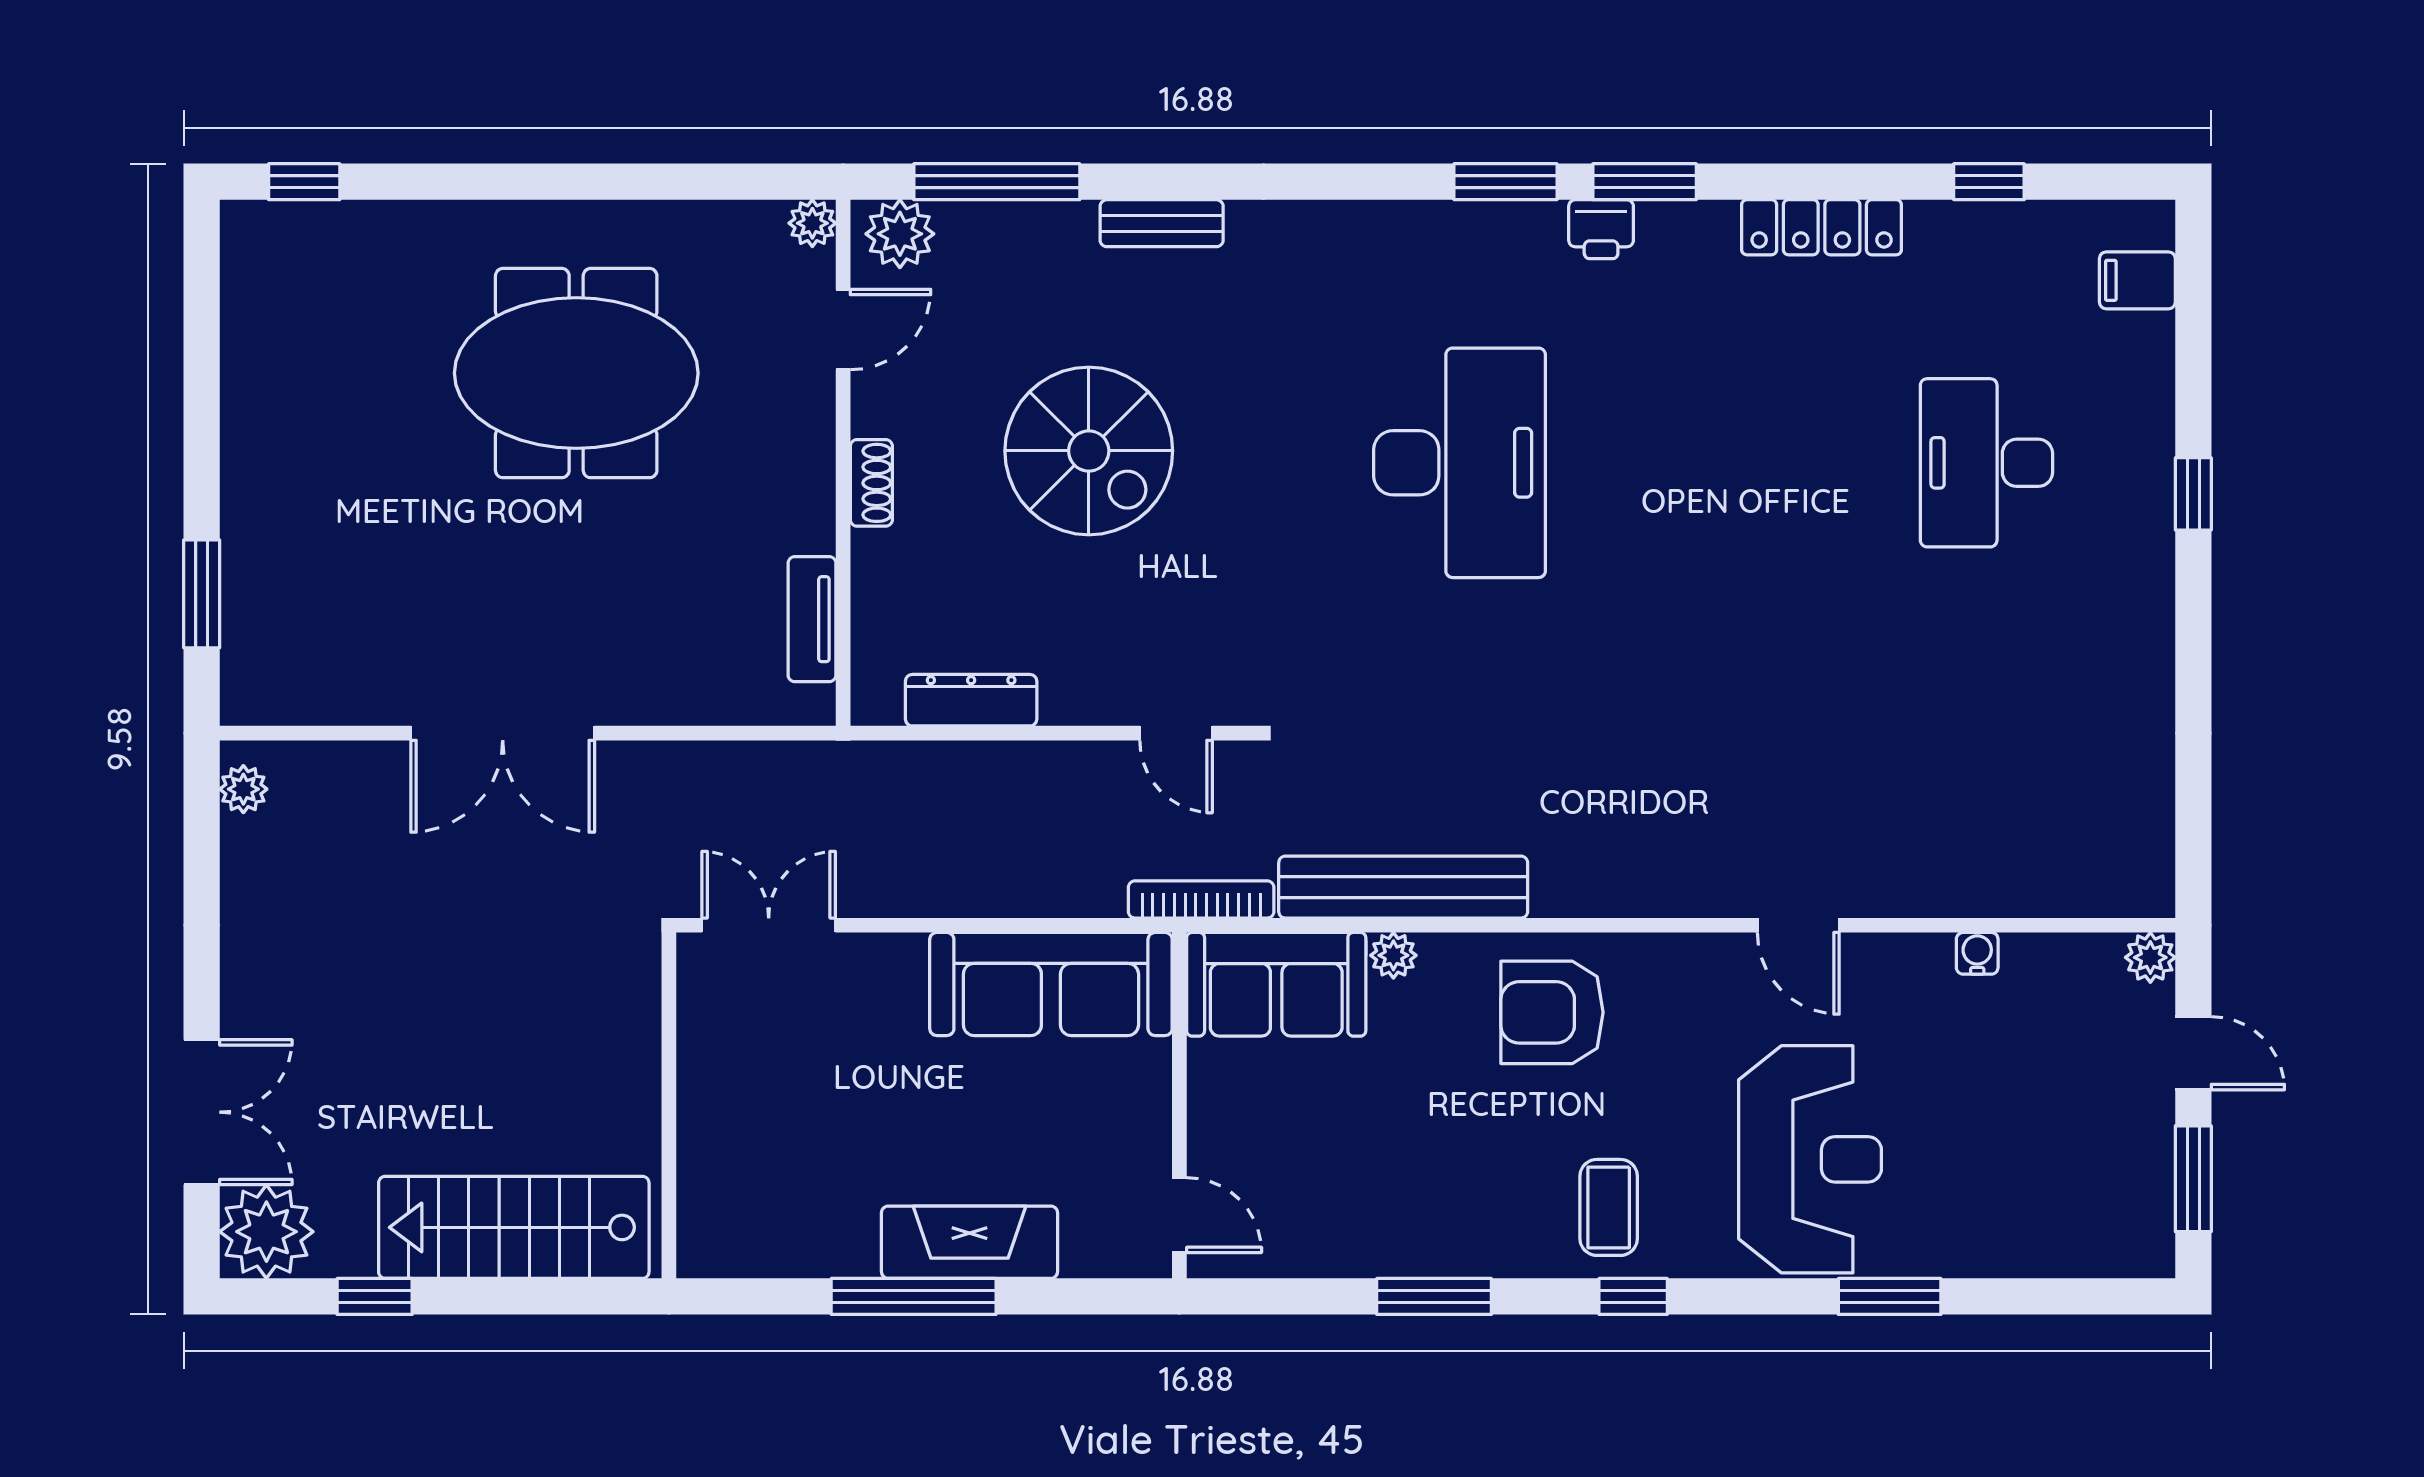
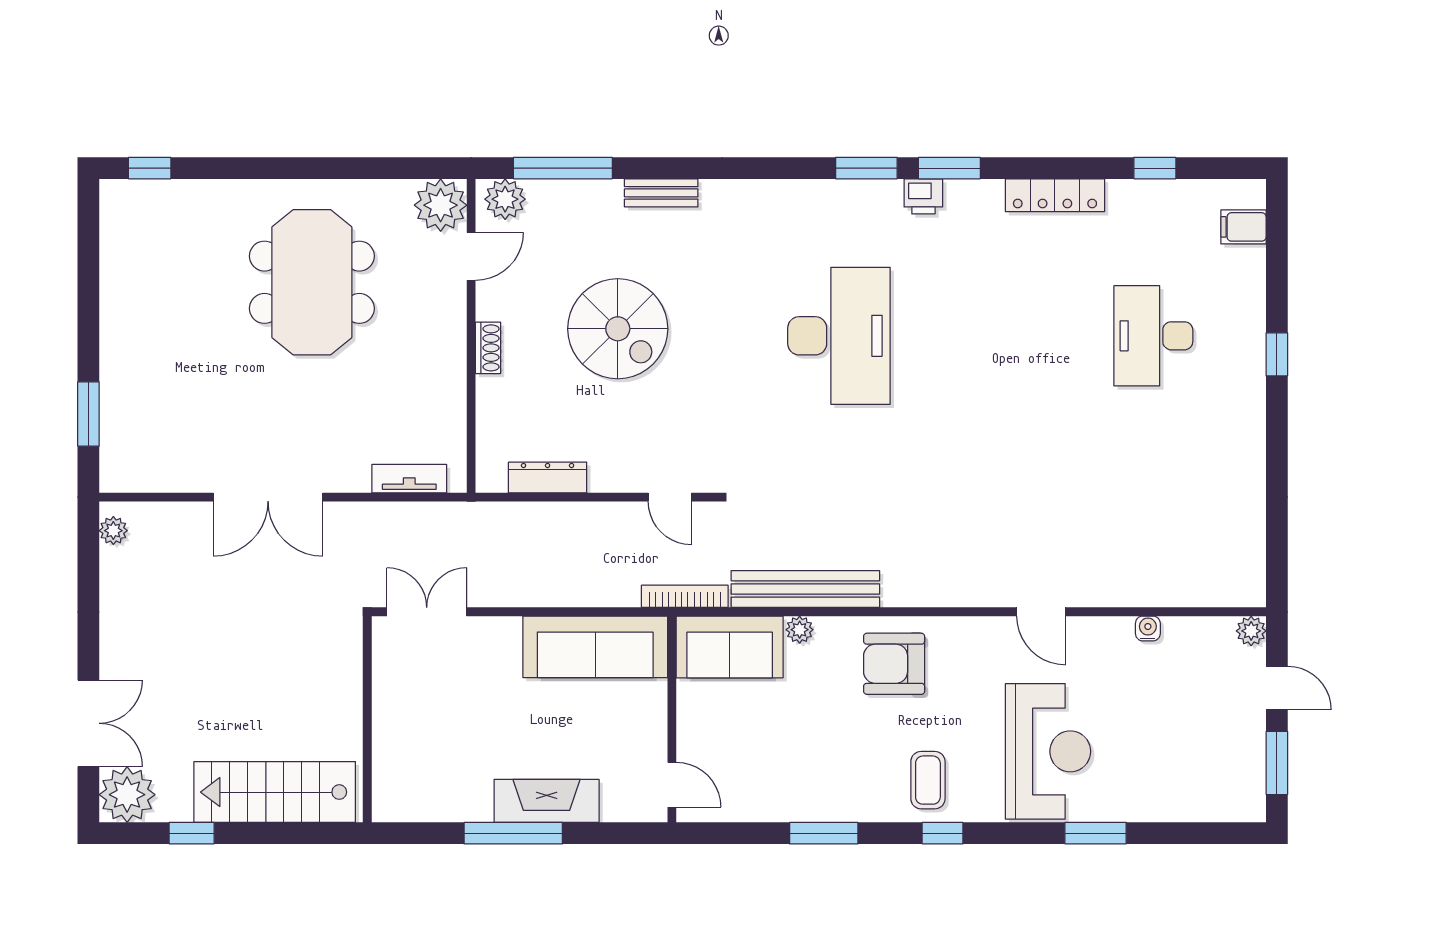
plant: (812, 223) -> (441, 205), width x1.87, depth x1.87
meeting table: (576, 373) -> (312, 282), turned 90
tv unit: (812, 619) -> (409, 479), moved, turned 90

